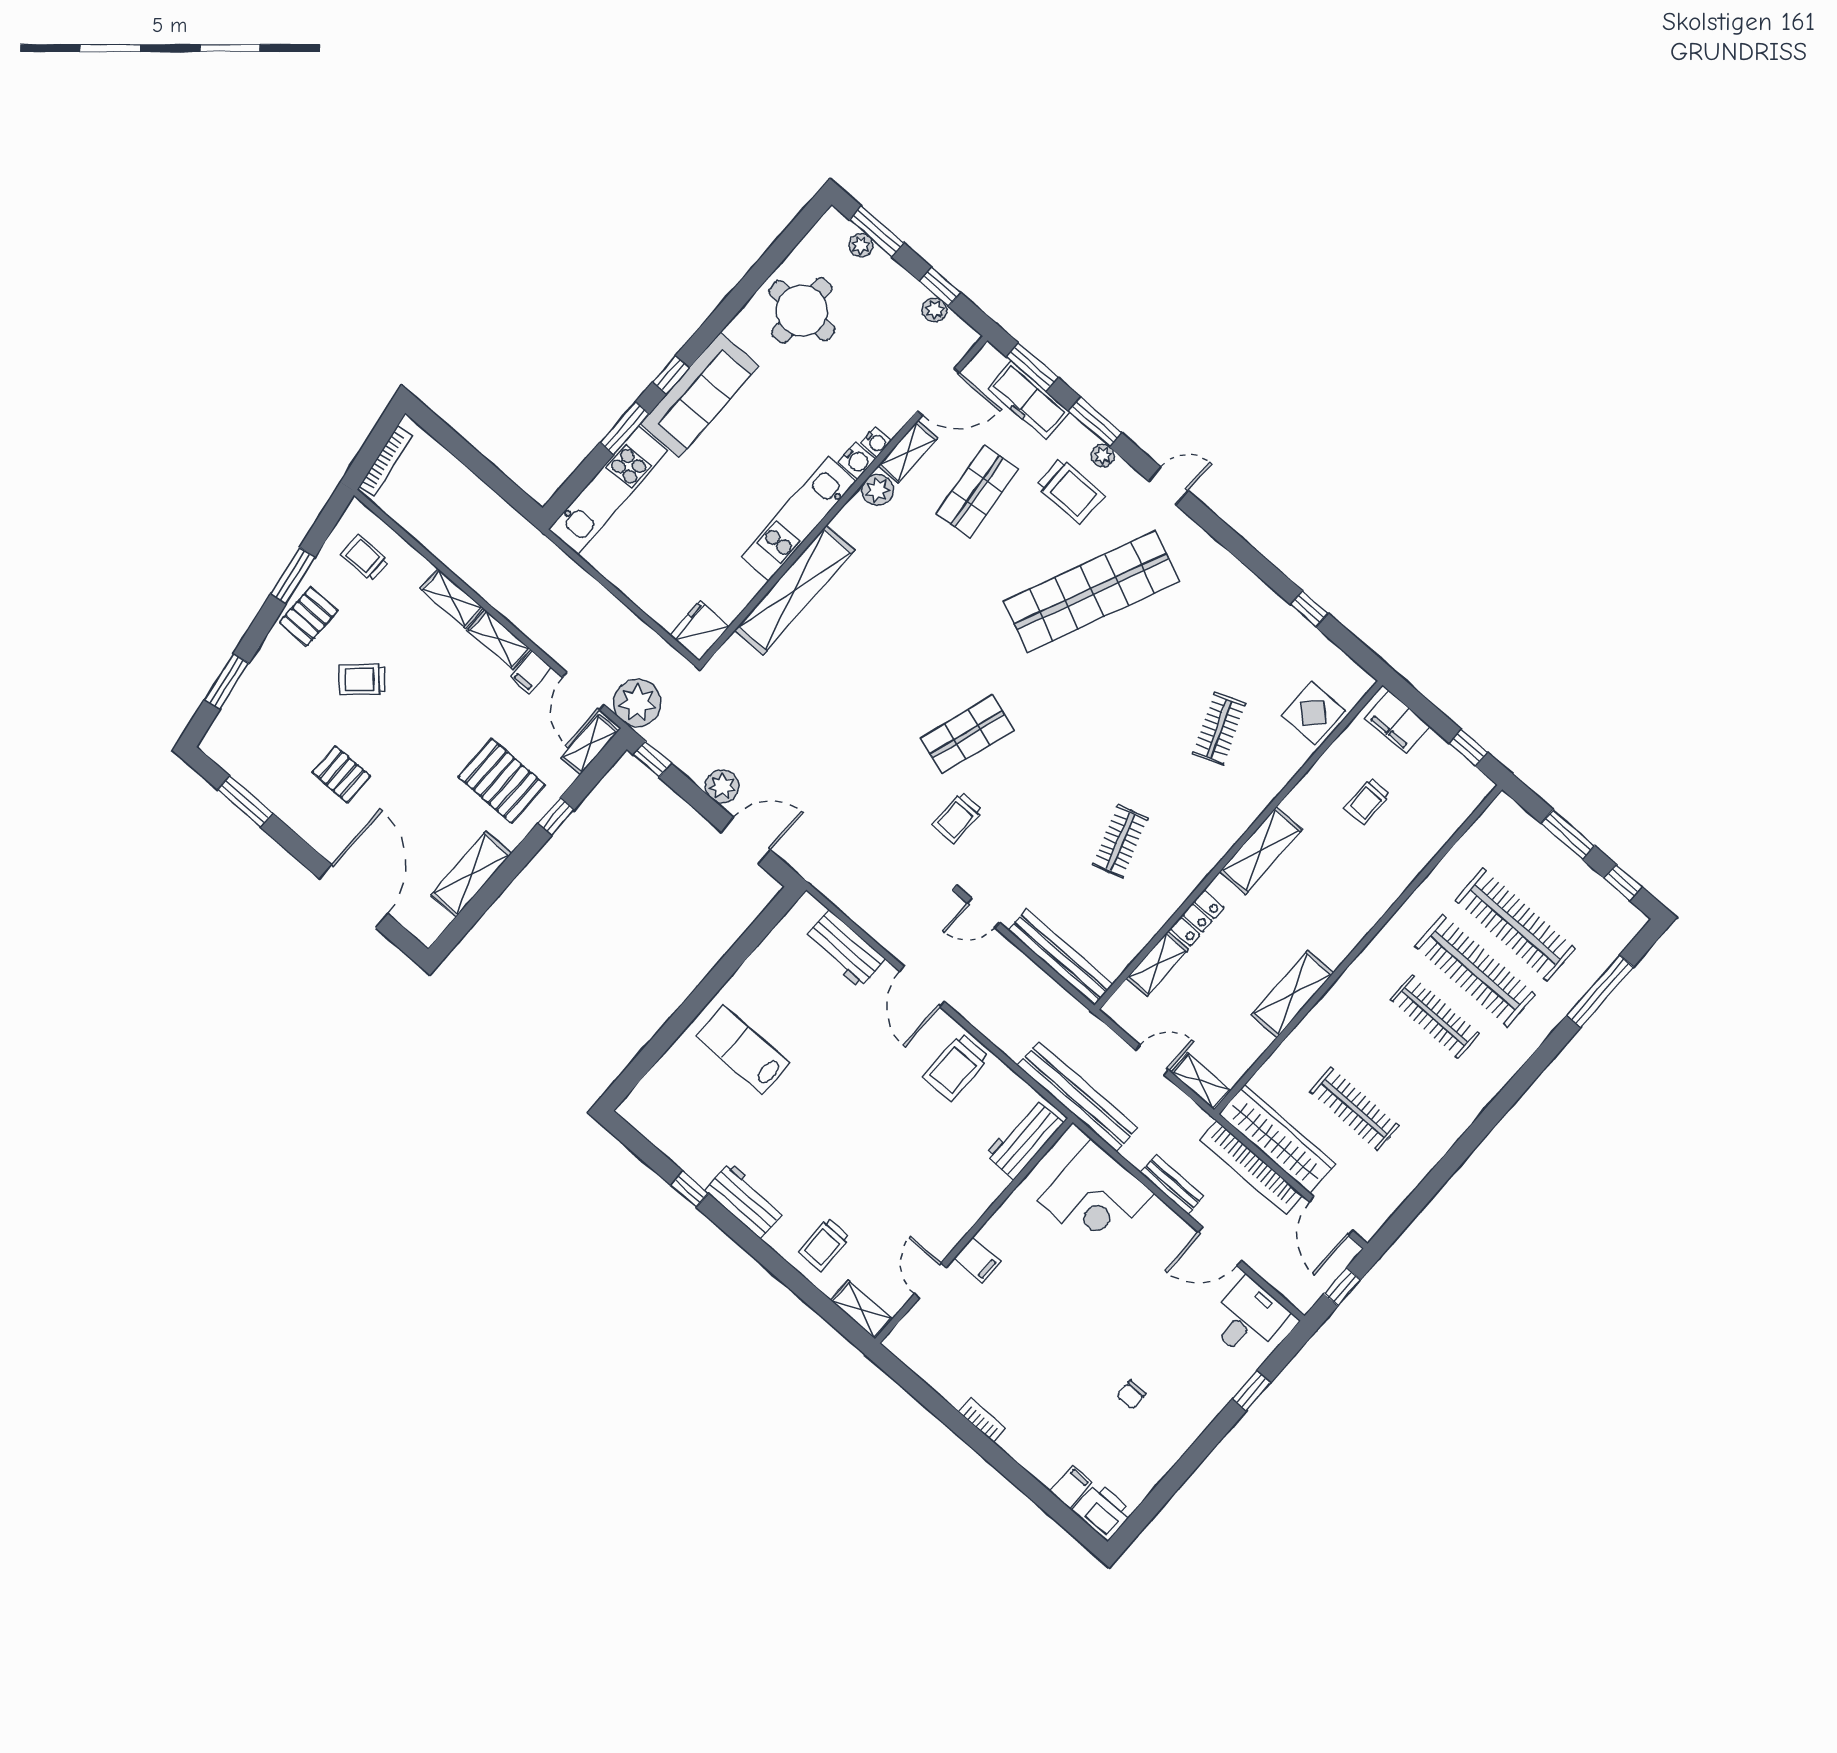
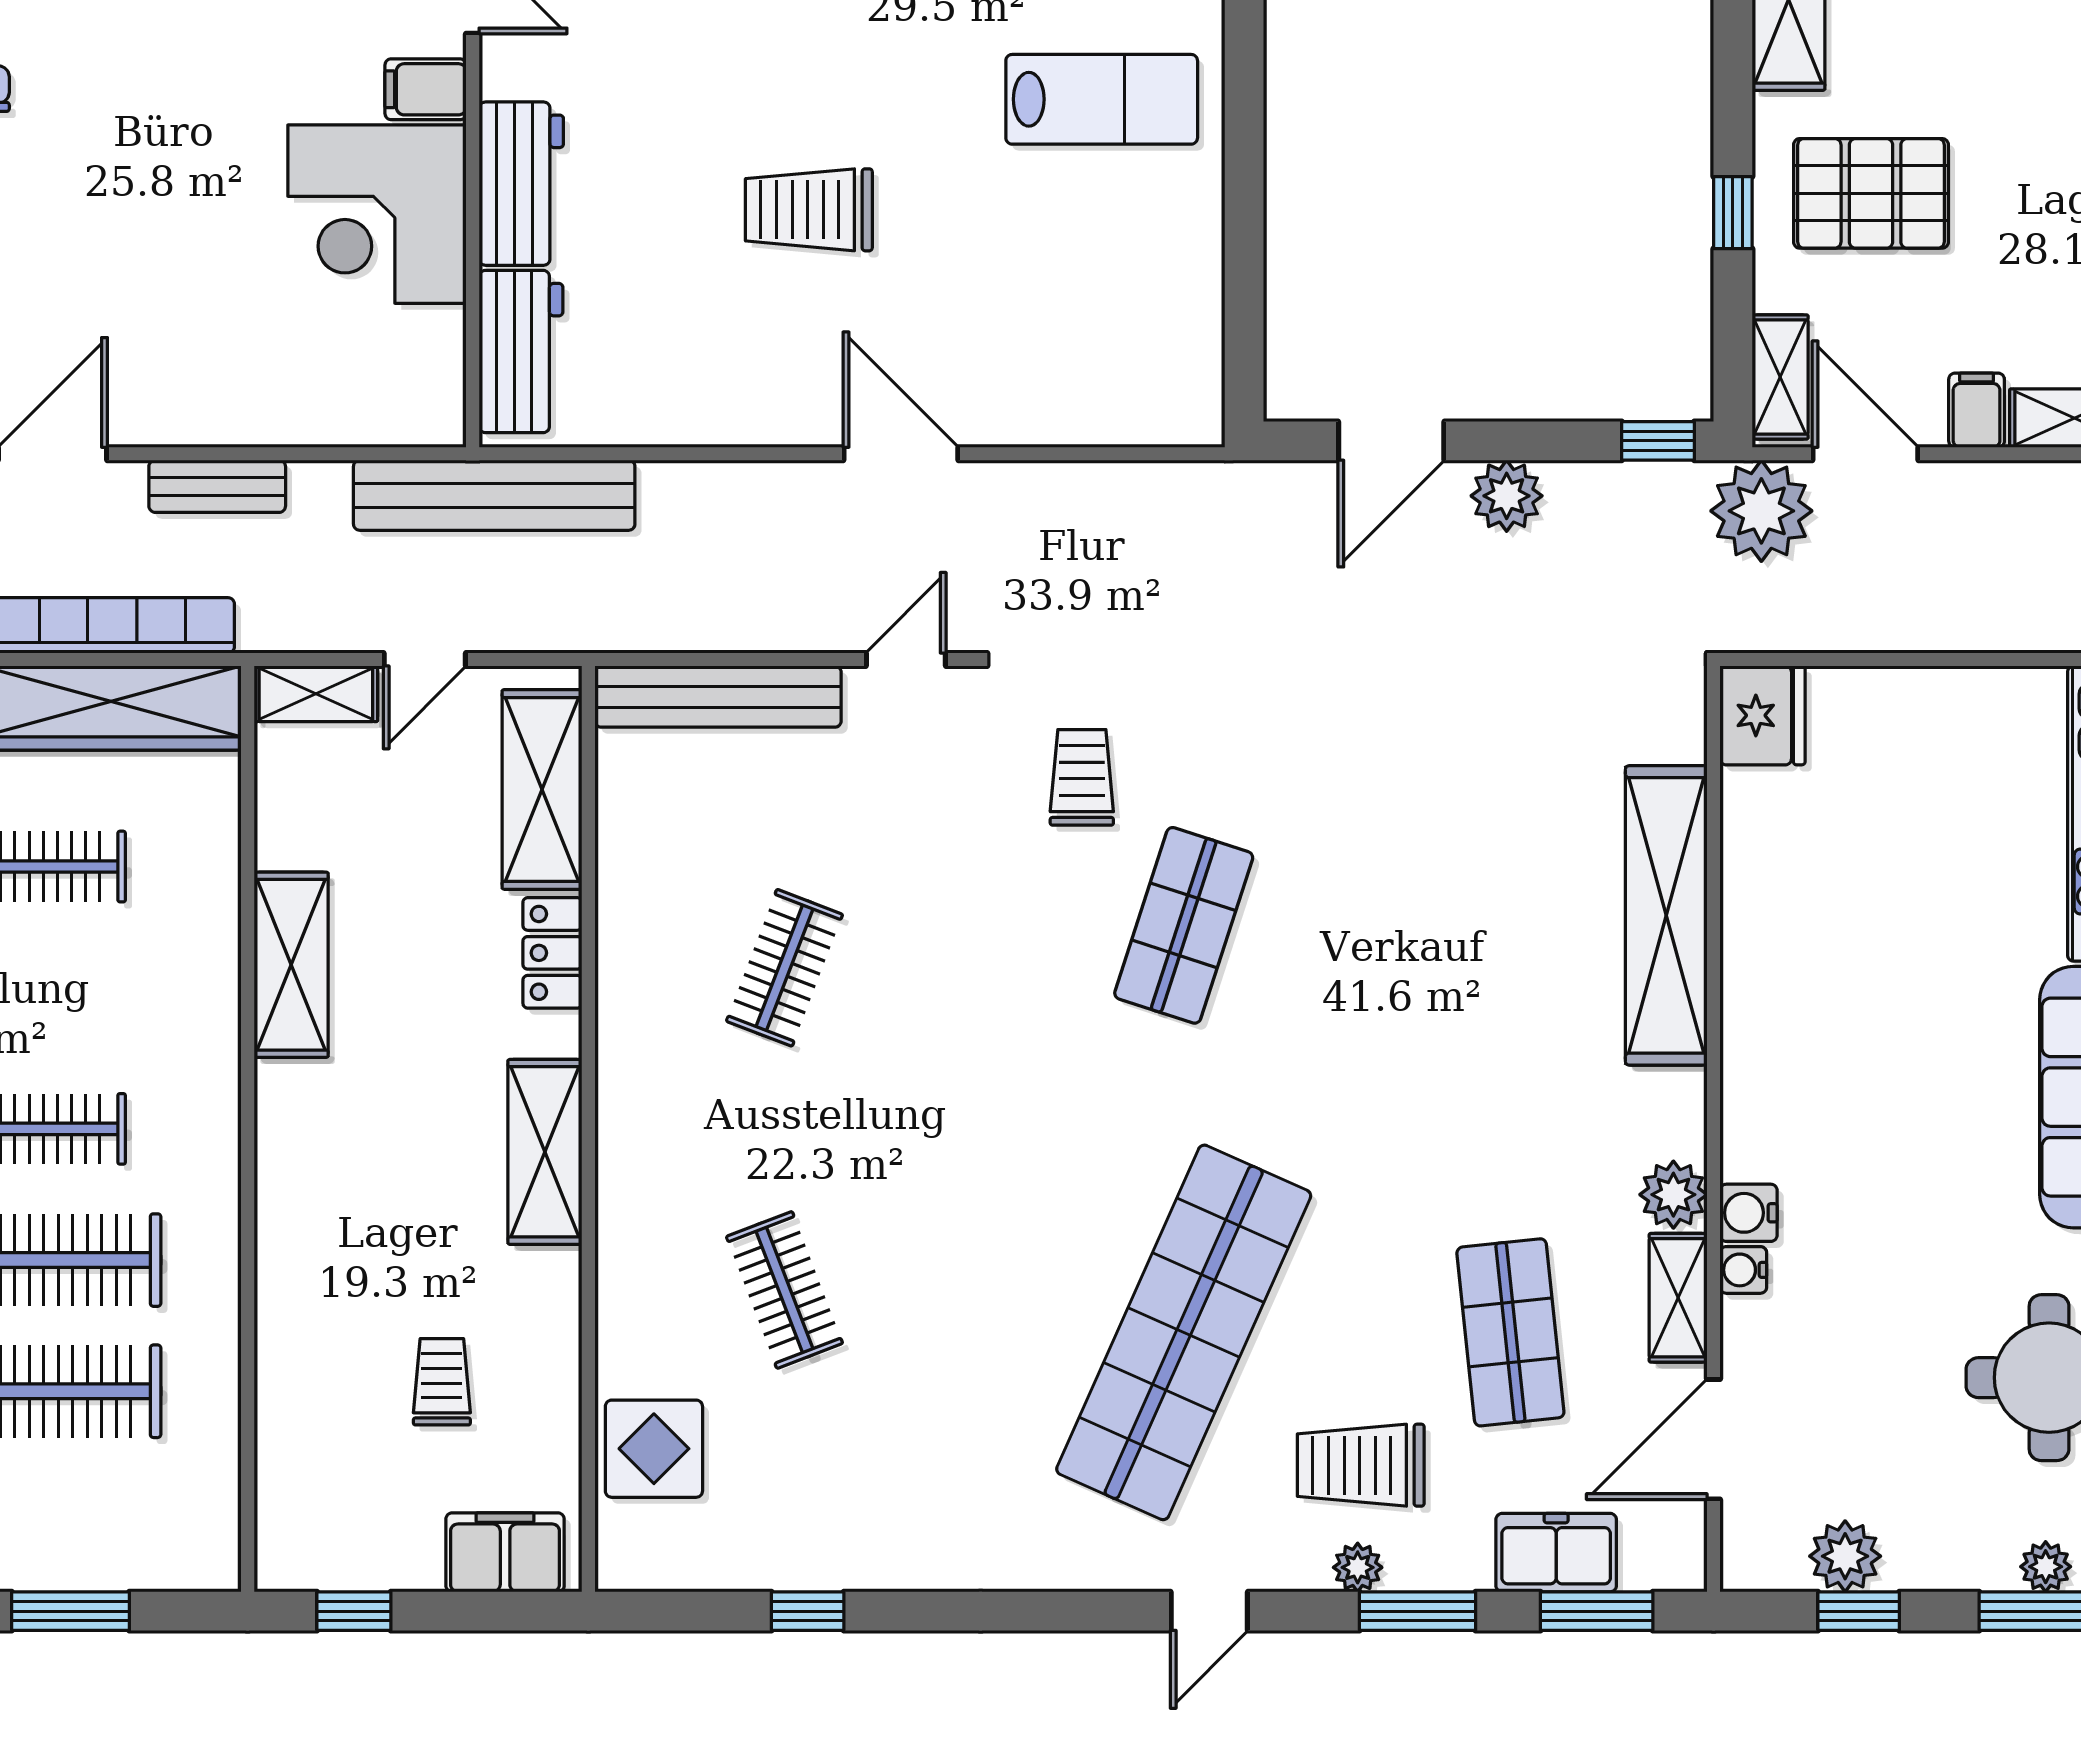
plant: (935, 310) -> (1845, 1556), width x1.38, depth x1.38
freezer: (1028, 400) -> (1556, 1553), width x0.71
kitchen unit: (799, 519) -> (1760, 1036), removed
clothes rail: (1120, 842) -> (784, 968), turned 39
workbench: (844, 949) -> (521, 184), moved, turned 90
shelving: (1157, 964) -> (542, 789), width x1.50, depth x1.33
trolley: (956, 1067) -> (809, 210), moved, turned -90
corner desk: (1095, 1197) -> (377, 214), moved, turned -90

